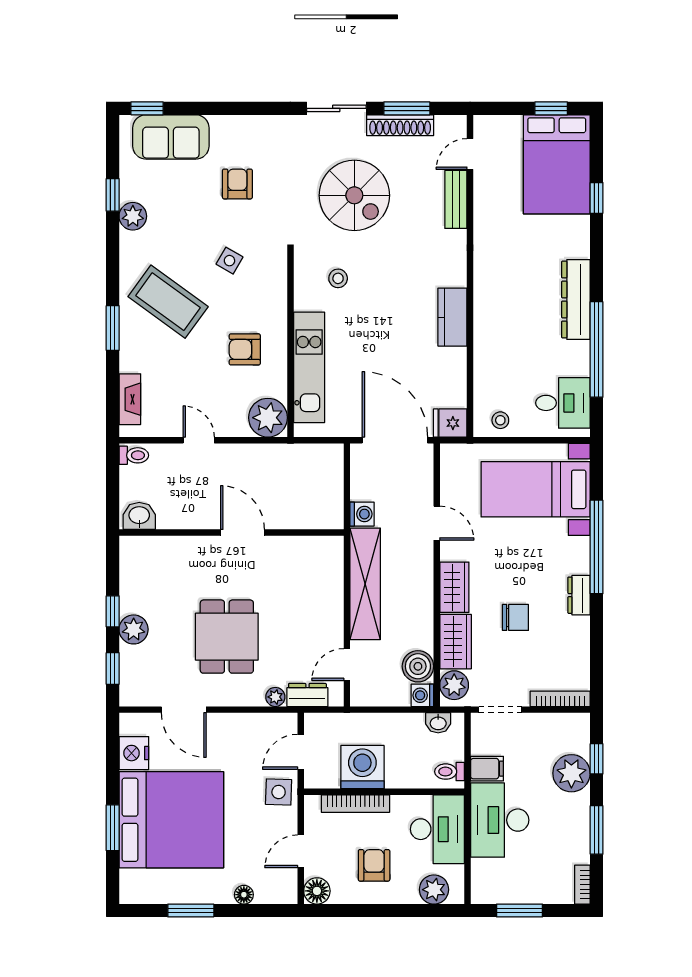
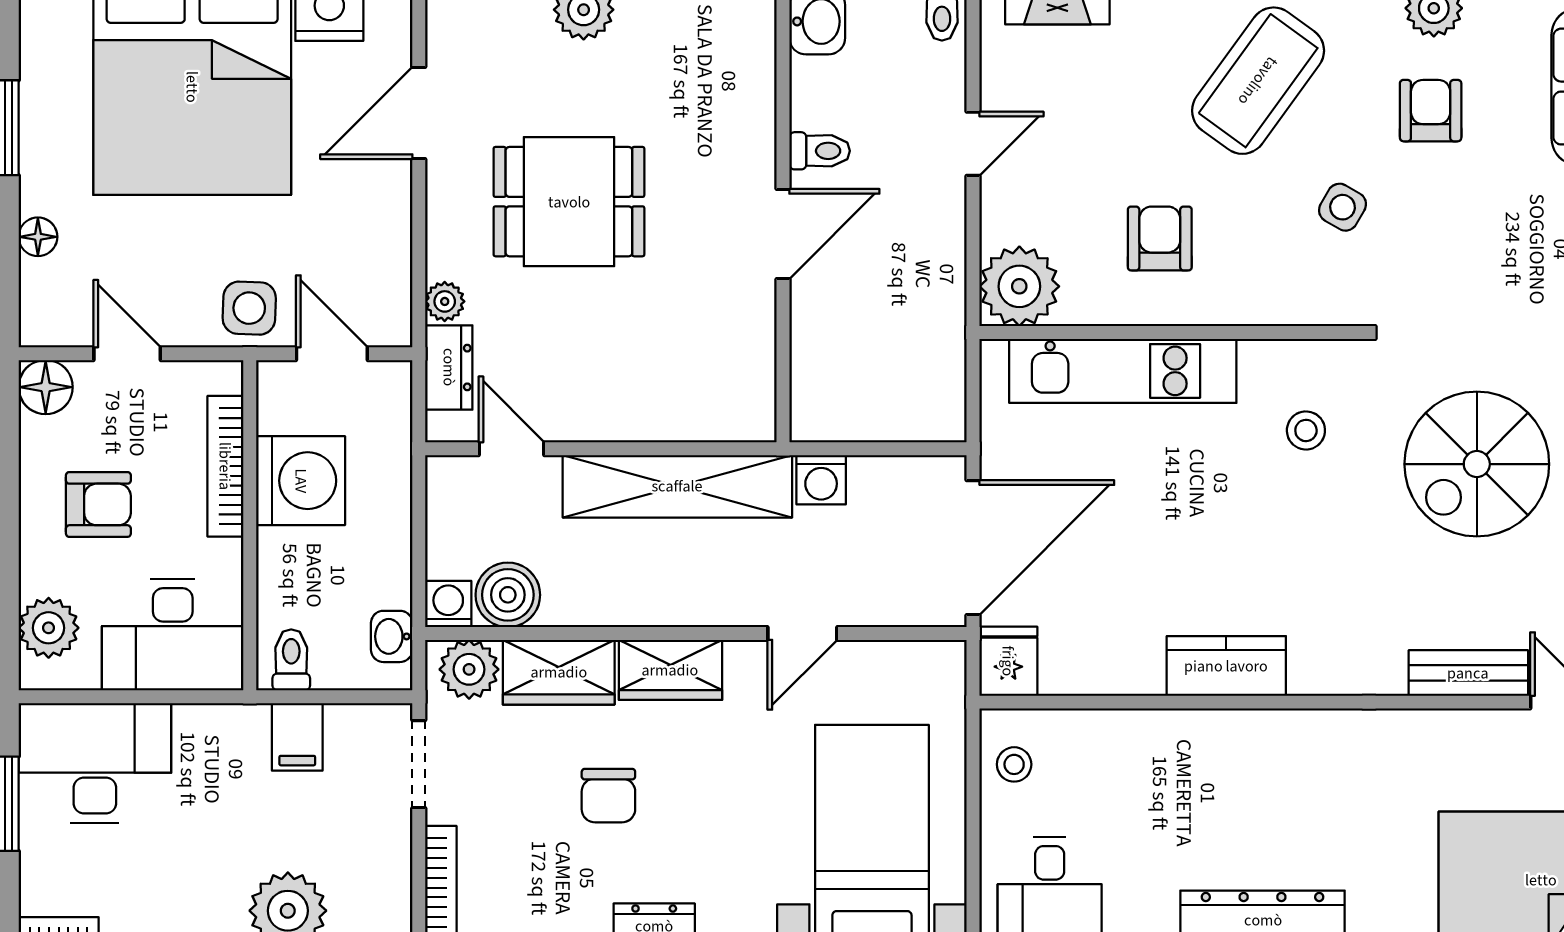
armchair: (237, 184) -> (1431, 111), moved, turned -90
toilet: (202, 515) -> (820, 151), added
desk: (500, 820) -> (95, 763), moved

